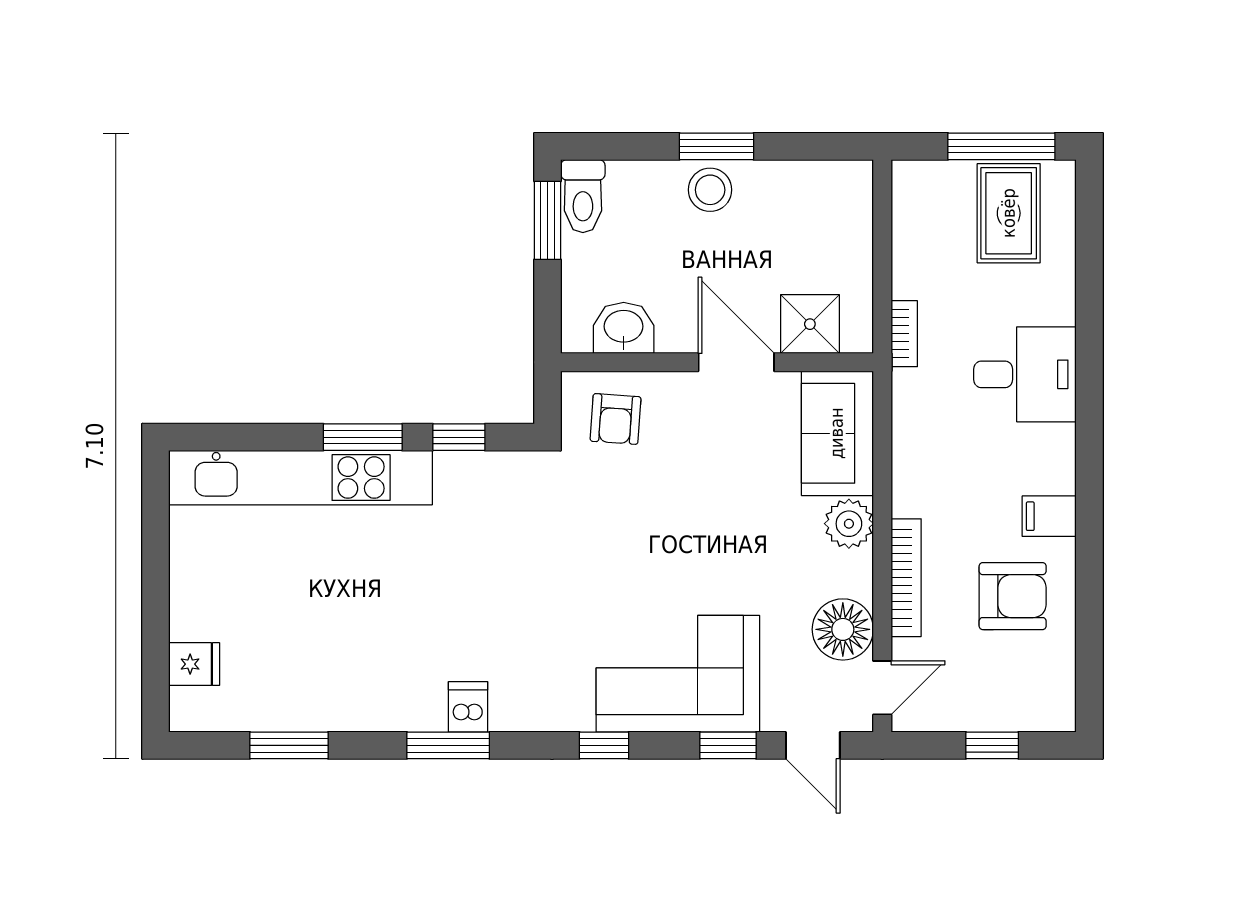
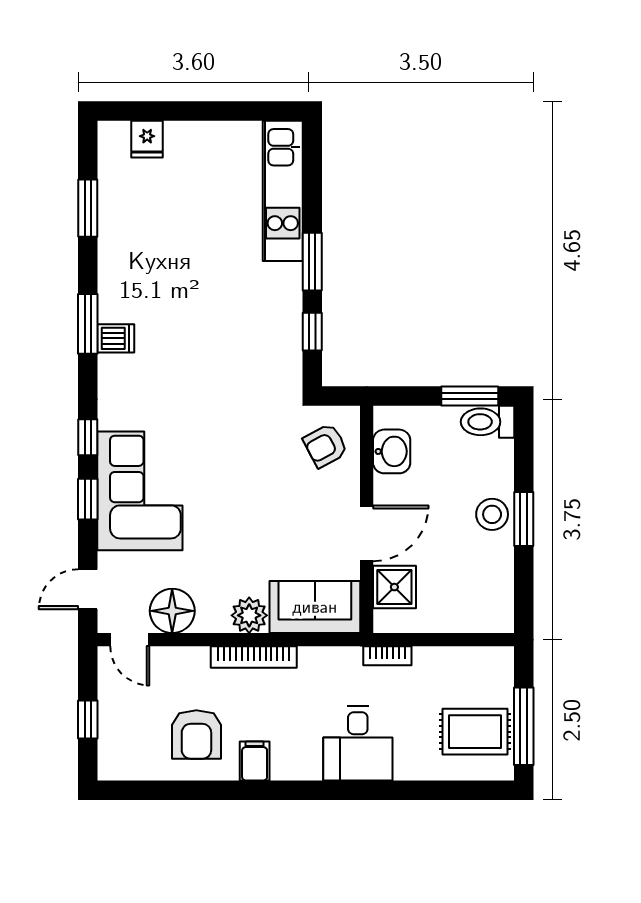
armchair: (616, 419) -> (325, 446), turned -32
kitchen unit: (300, 478) -> (283, 191), width x0.73
bookcase: (906, 578) -> (254, 657), moved
window: (728, 745) -> (88, 499), moved

